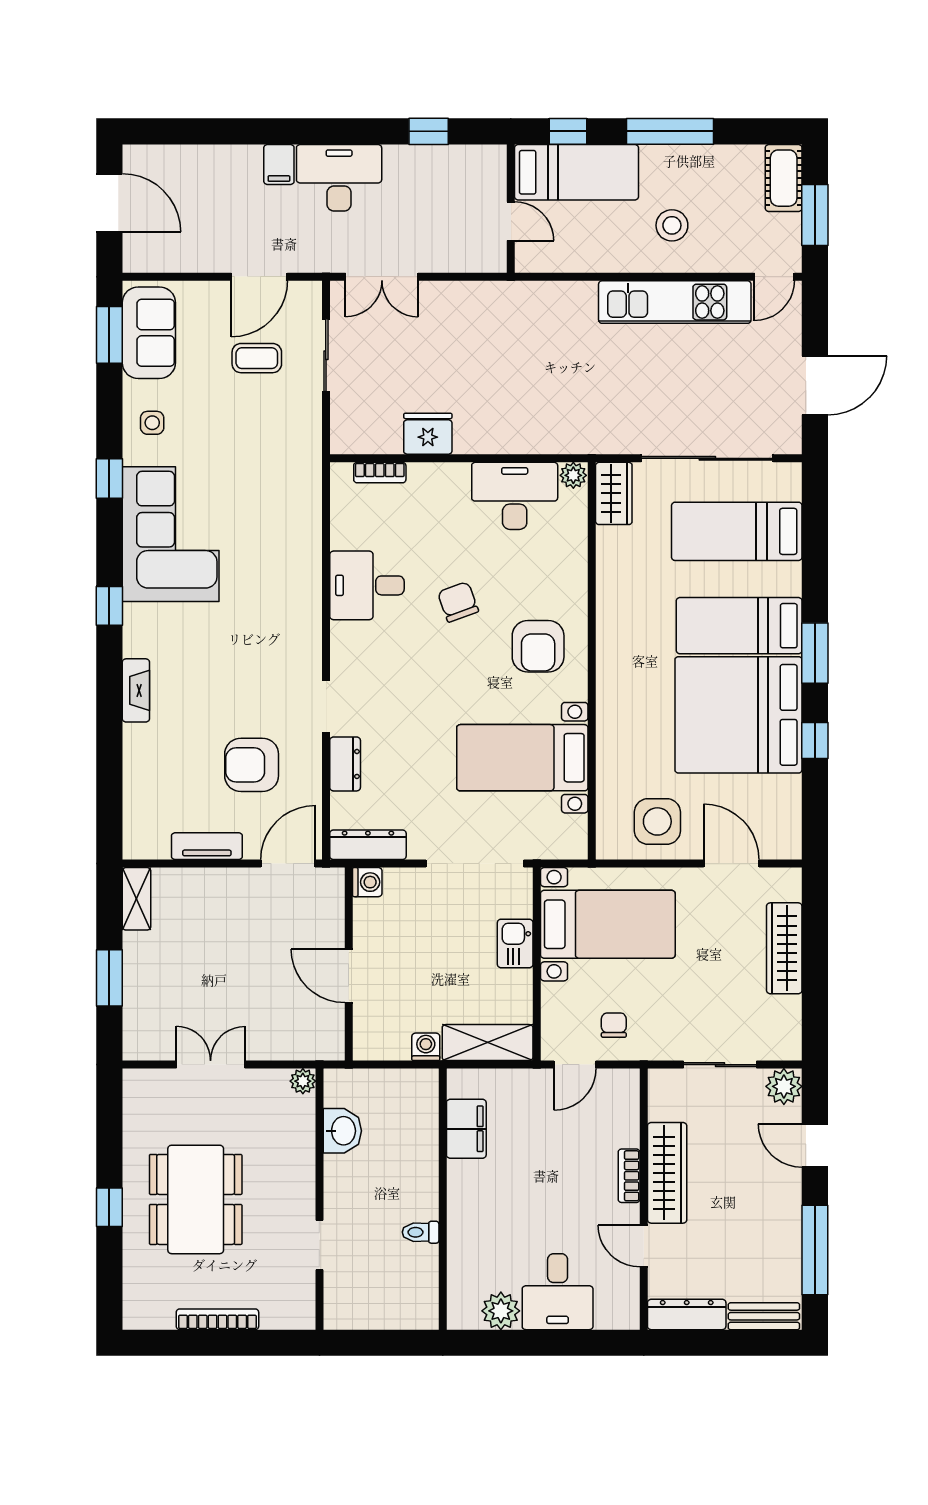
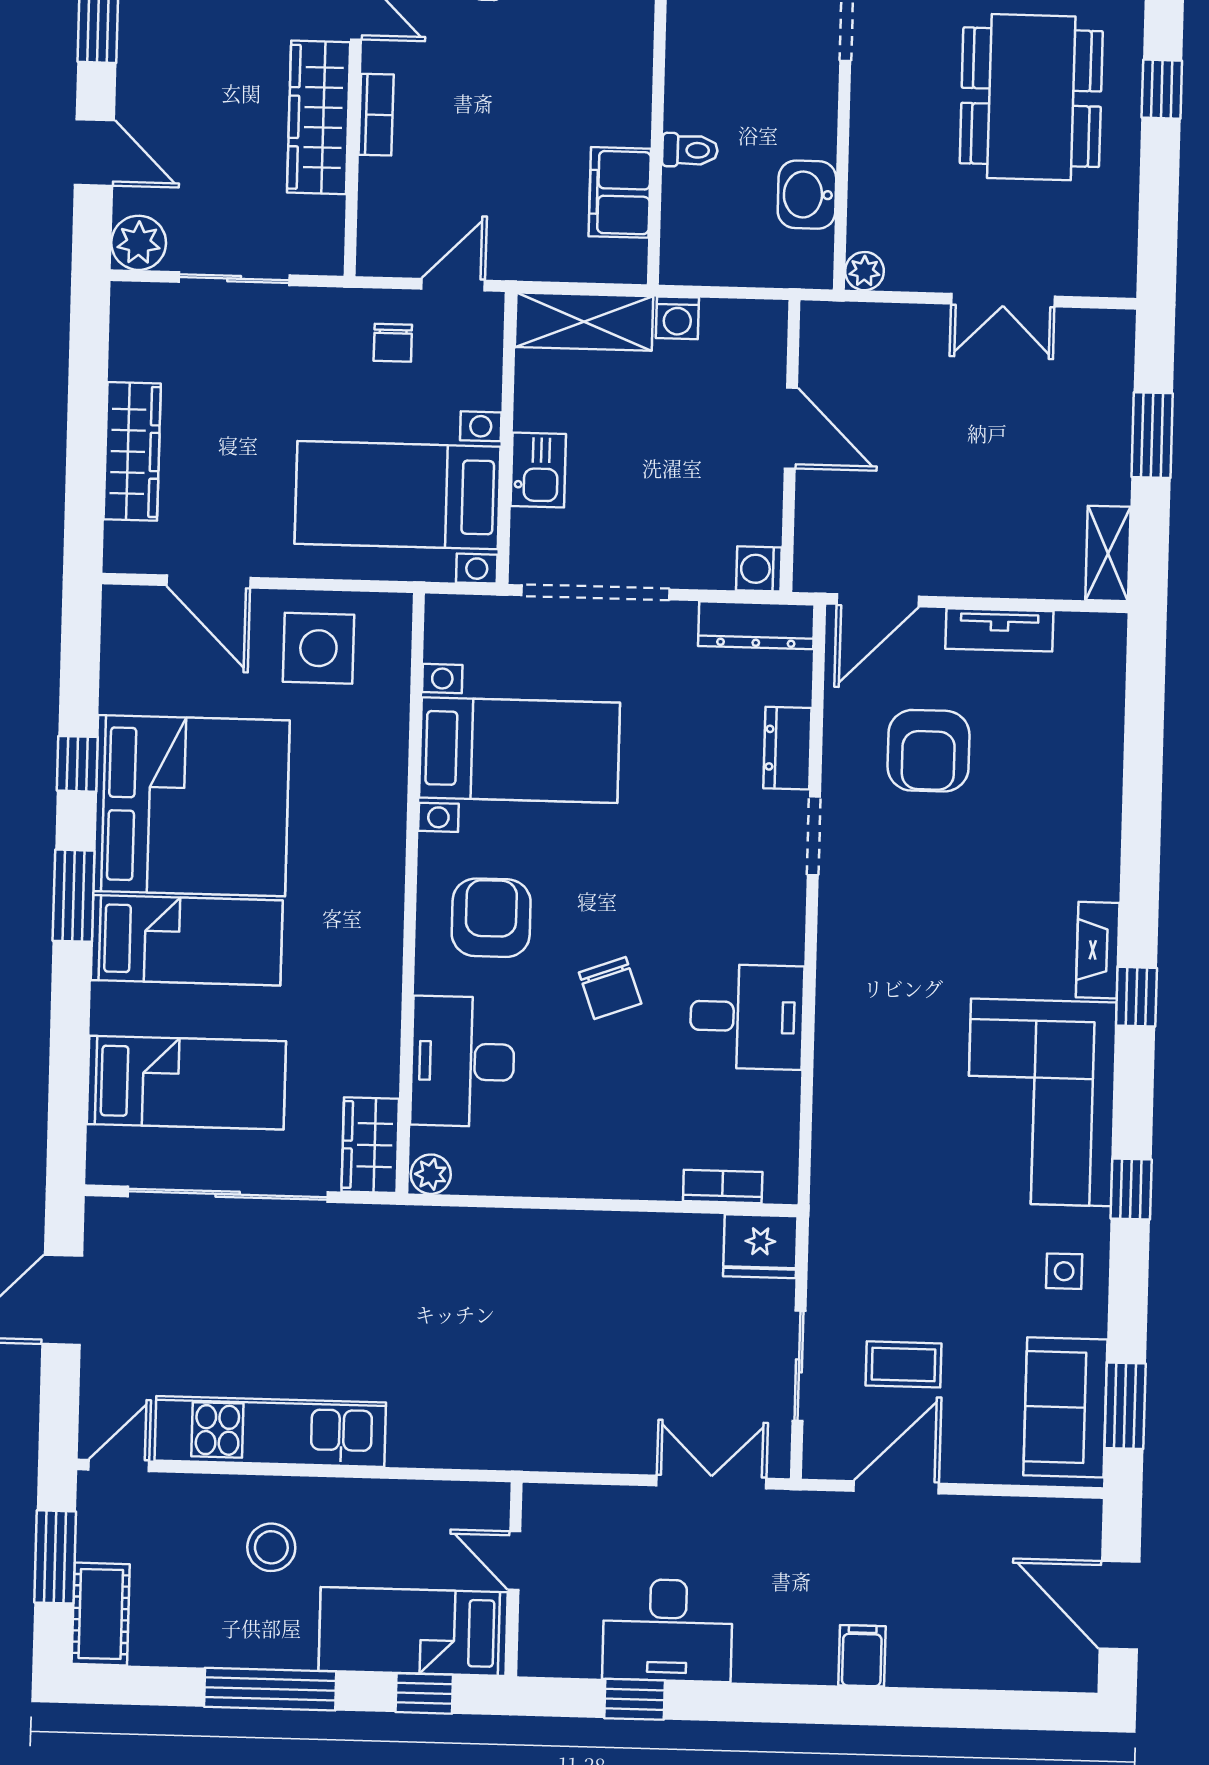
desk: (339, 178) -> (668, 1630), moved
fridge: (428, 434) -> (760, 1246), moved
desk: (515, 496) -> (463, 1061), moved, turned 90
fireplace: (136, 690) -> (1098, 950), moved
armchair: (252, 765) -> (929, 751), turned 90
toilet: (421, 1232) -> (690, 150), moved

